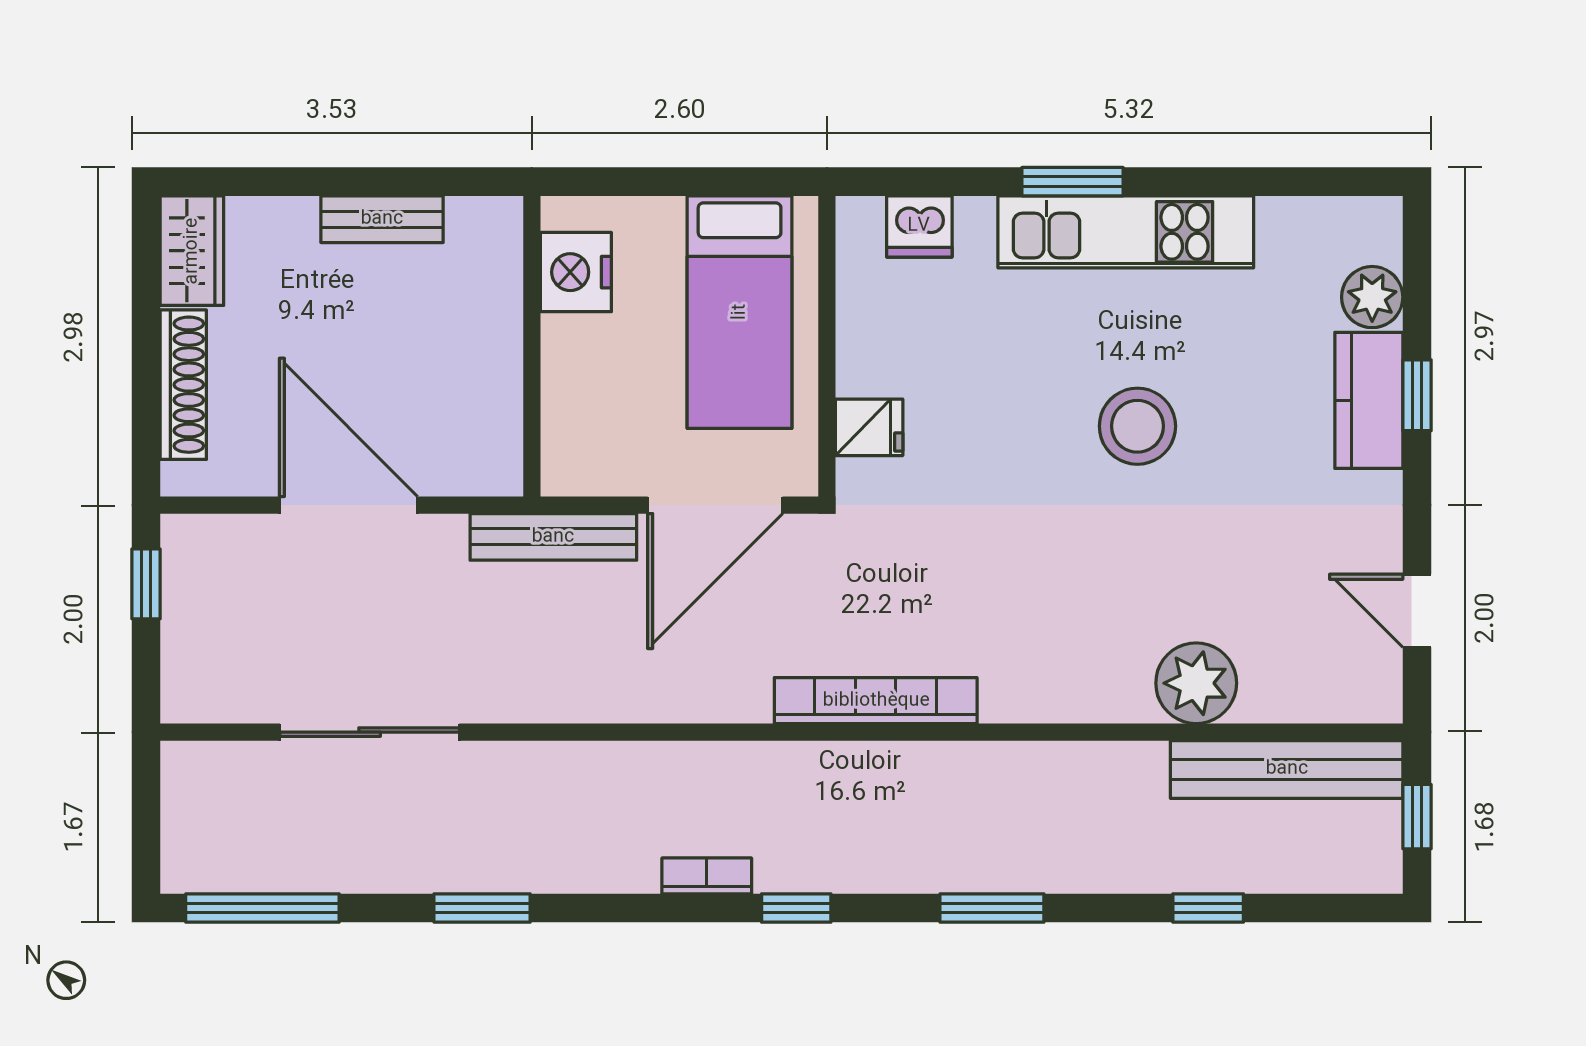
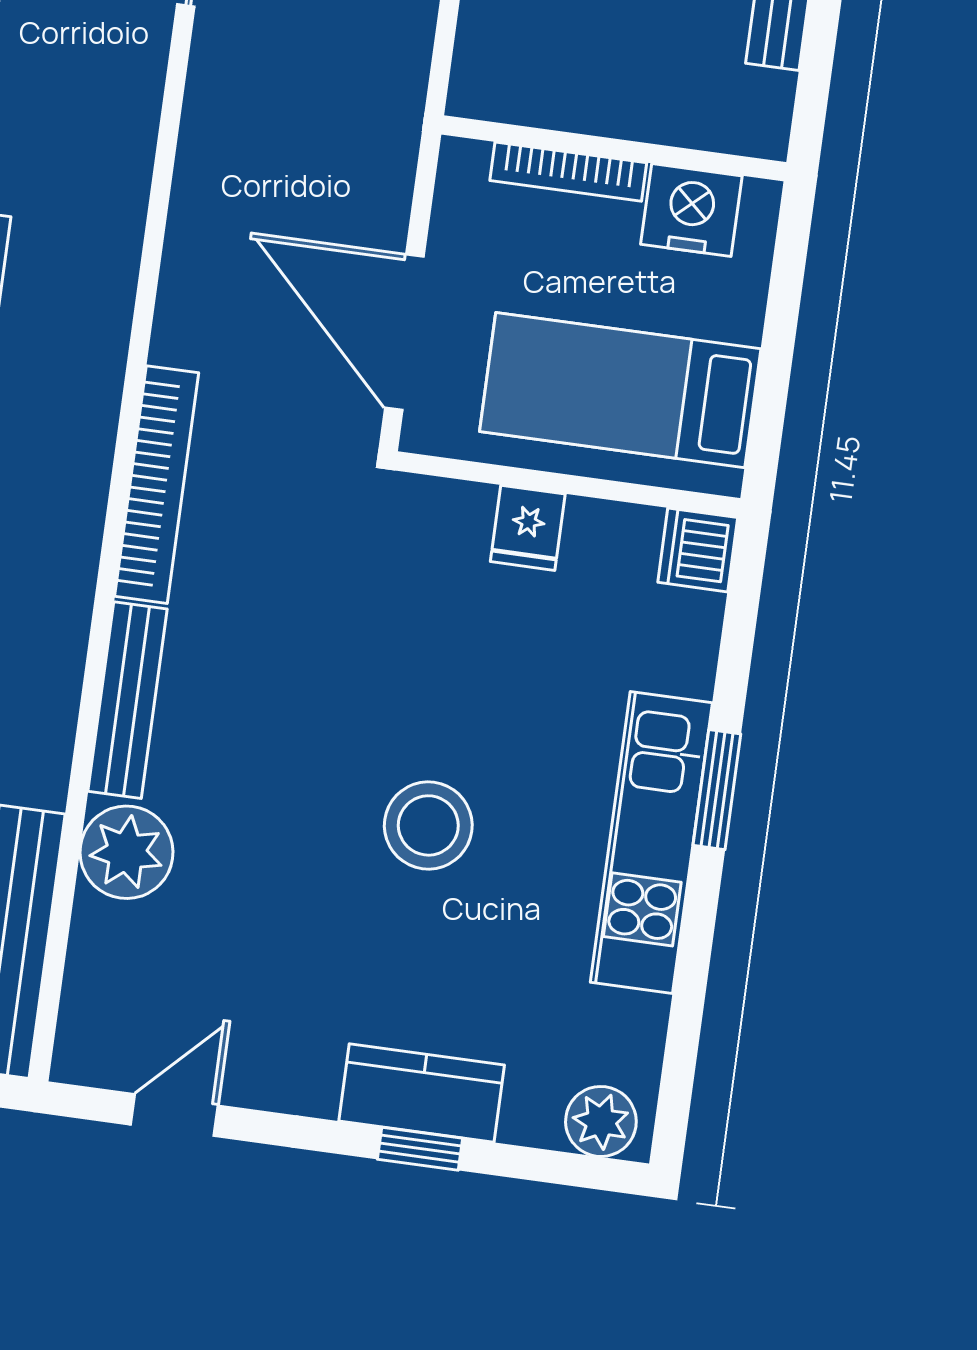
dishwasher: (919, 226) -> (698, 550), moved
plant: (1372, 297) -> (601, 1121), moved
bookcase: (557, 383) -> (568, 172), added
fridge: (869, 427) -> (528, 528), moved
bench: (553, 537) -> (128, 700), moved

